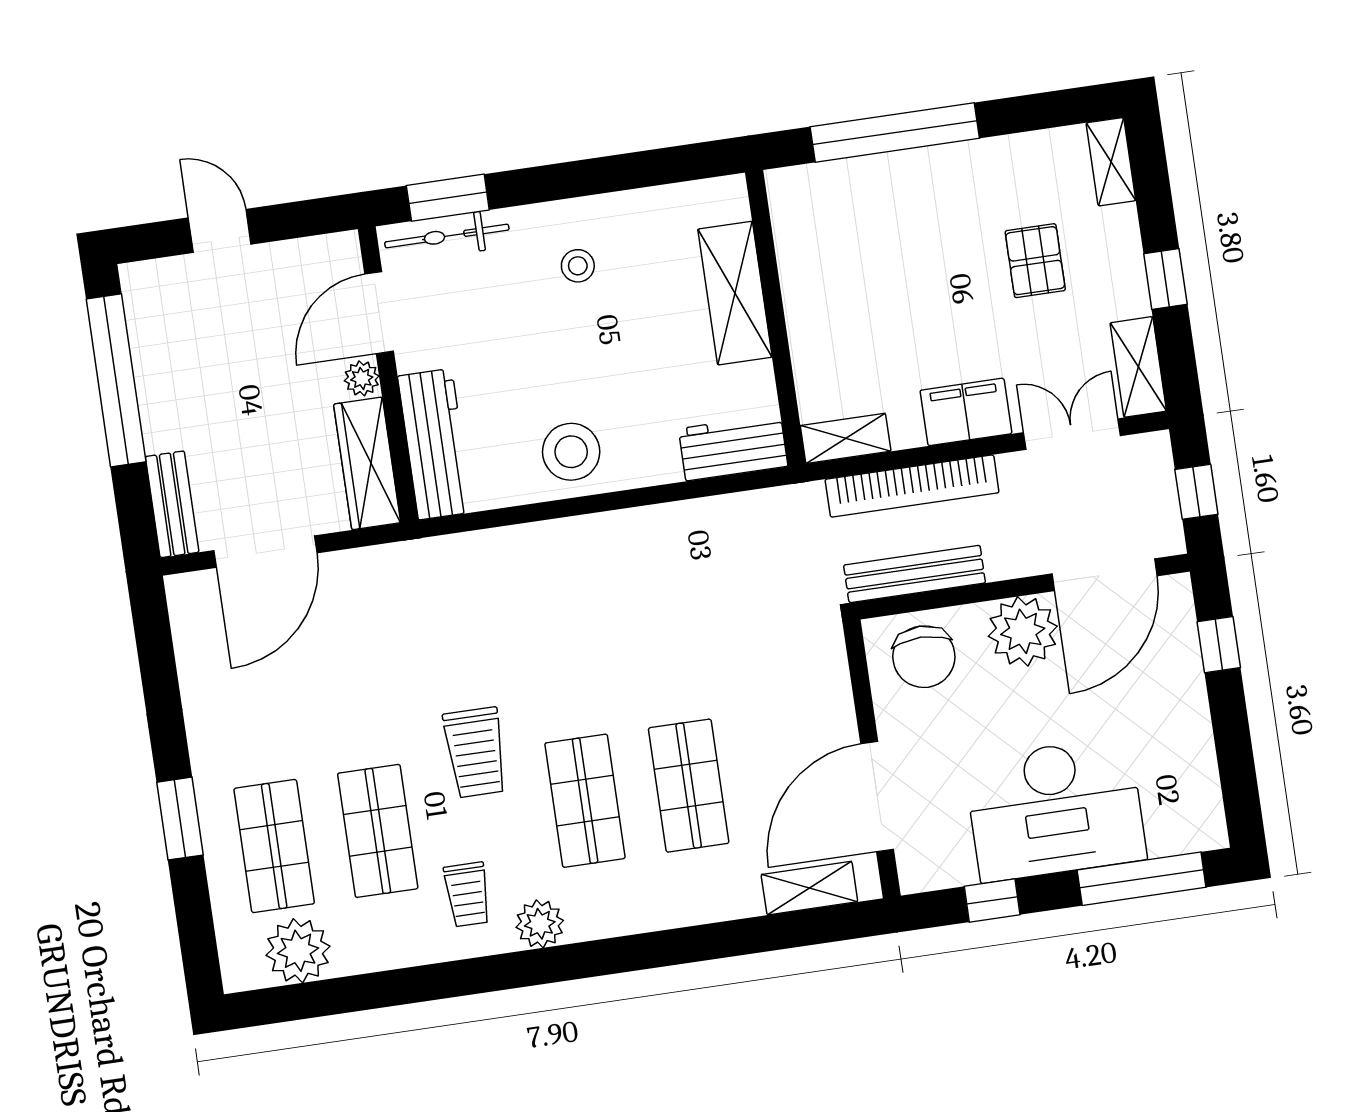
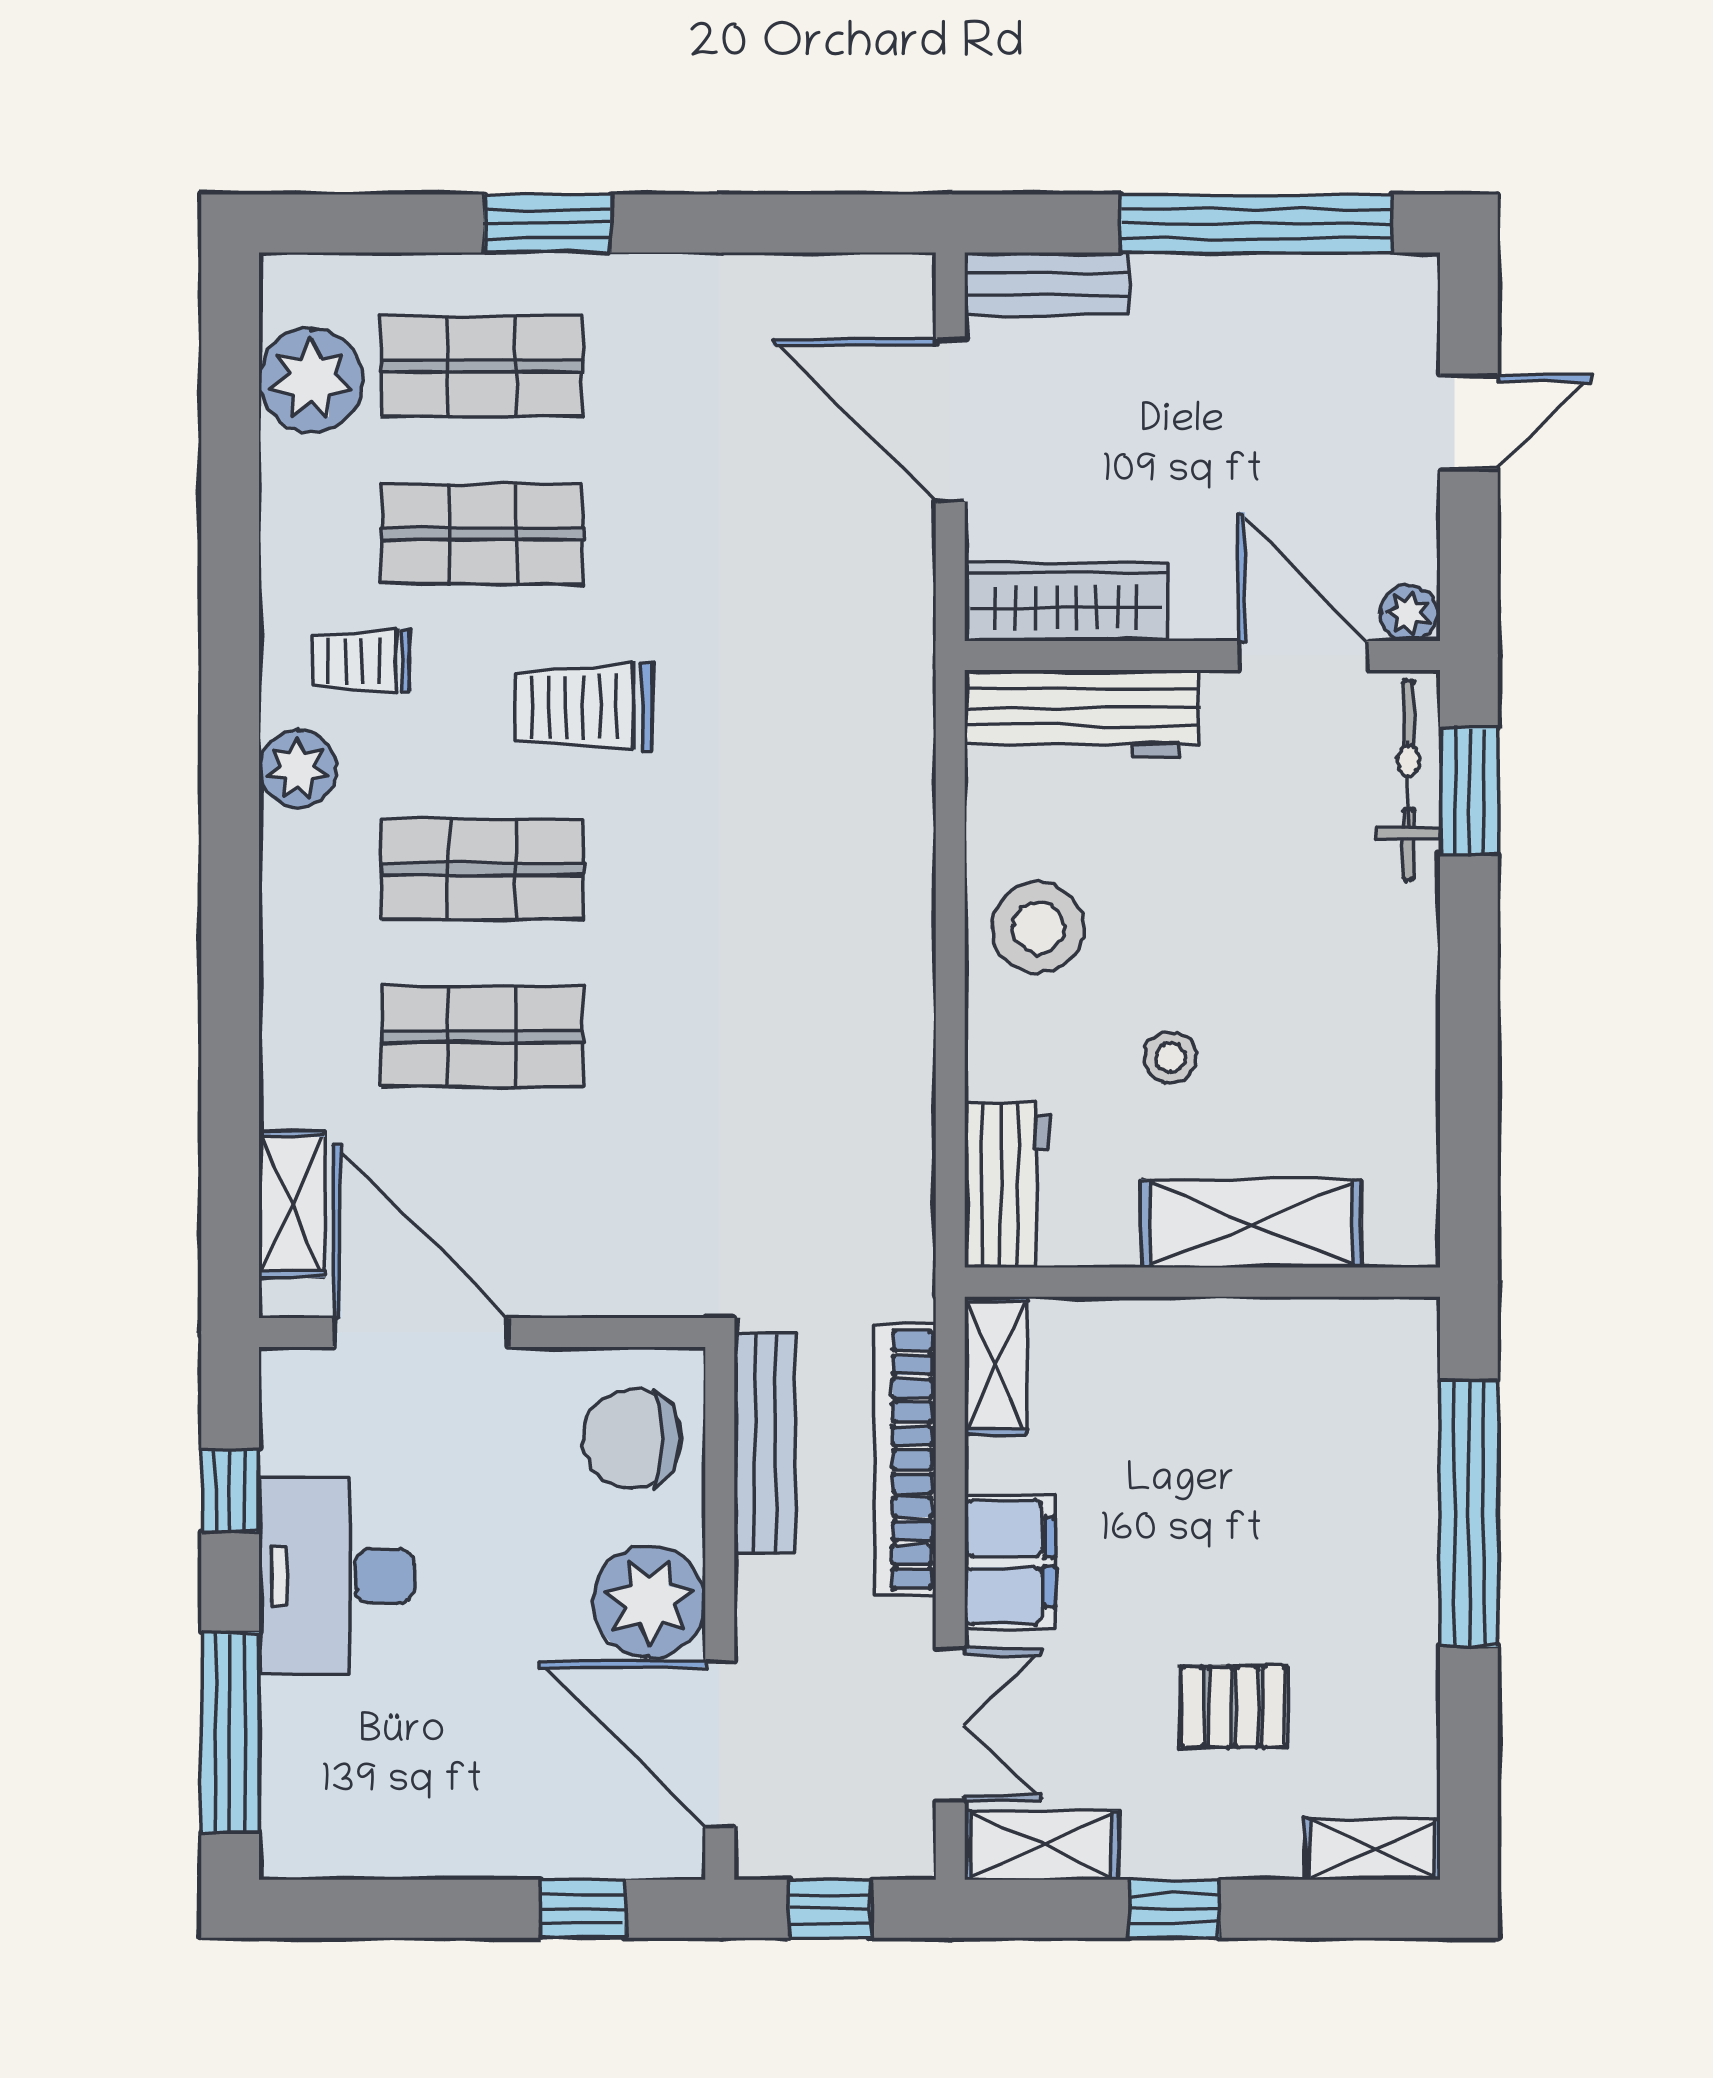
stool: (578, 266) -> (1170, 1057), moved
plant: (362, 378) -> (1408, 613), moved
desk: (1055, 809) -> (337, 1576), width x0.73, depth x0.77

